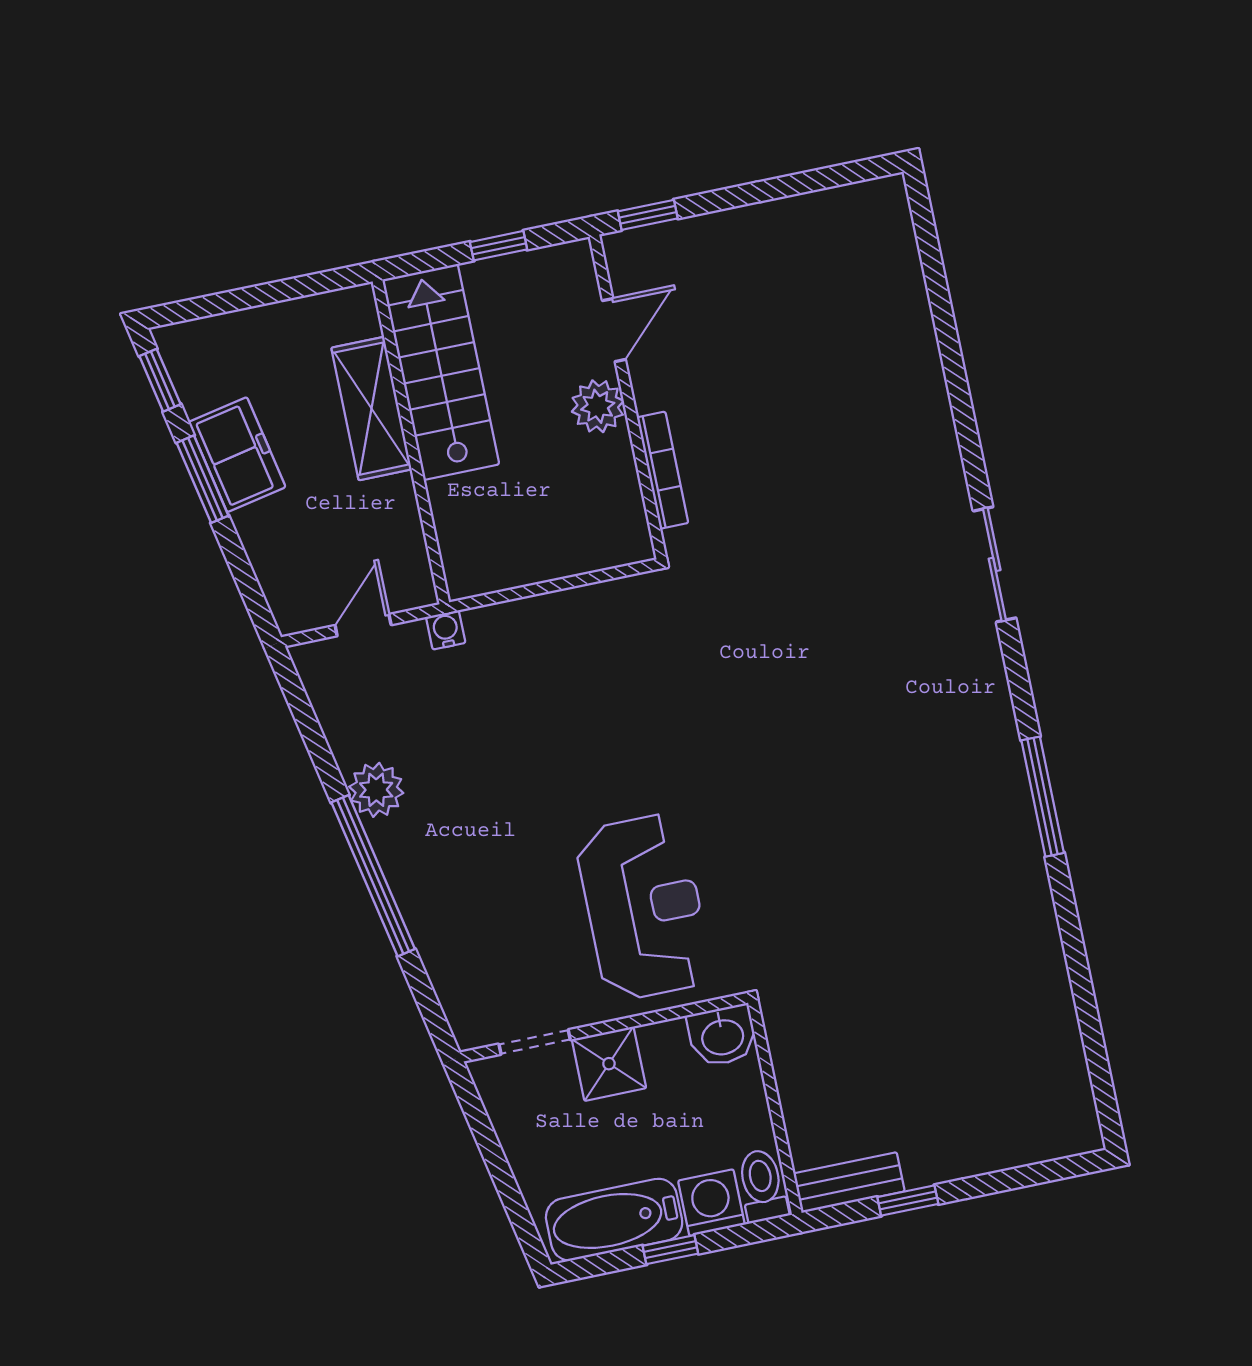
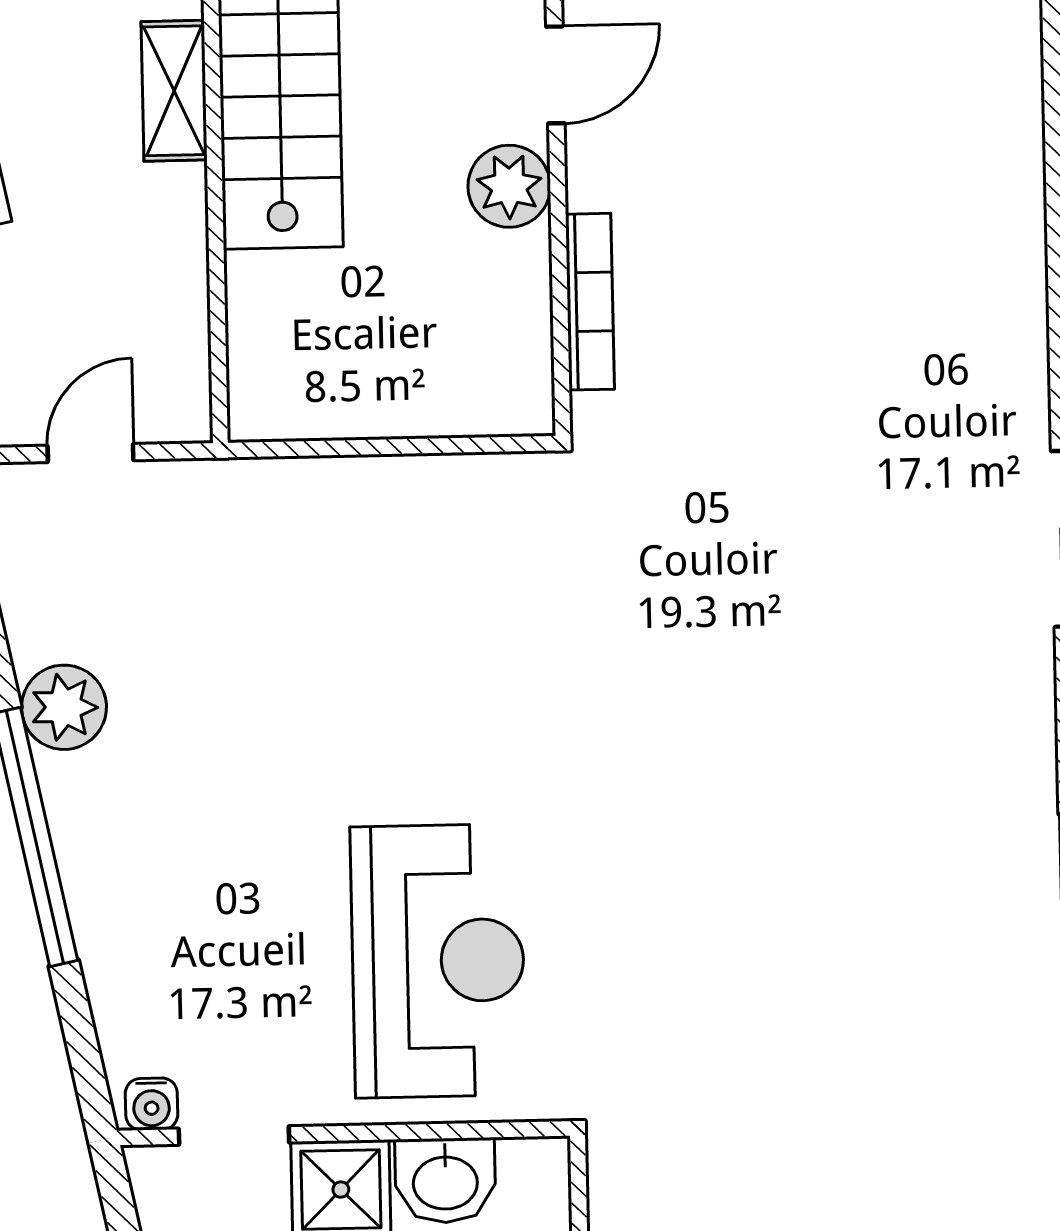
shelving: (372, 409) -> (174, 91), width x0.67, depth x0.75
water cooler: (446, 630) -> (151, 1104), moved, turned 180
washbasin: (722, 1036) -> (445, 1181), moved

